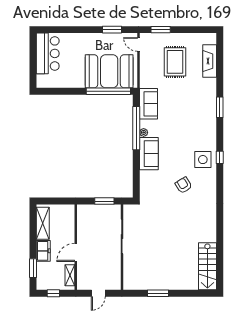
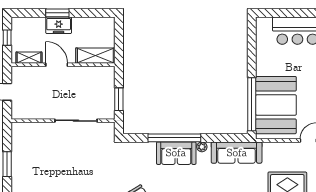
sofa: (148, 104) -> (237, 153), width x1.36
window: (136, 128) -> (174, 138), moved
shelving: (43, 223) -> (95, 56), moved
window: (33, 268) -> (57, 13), moved

